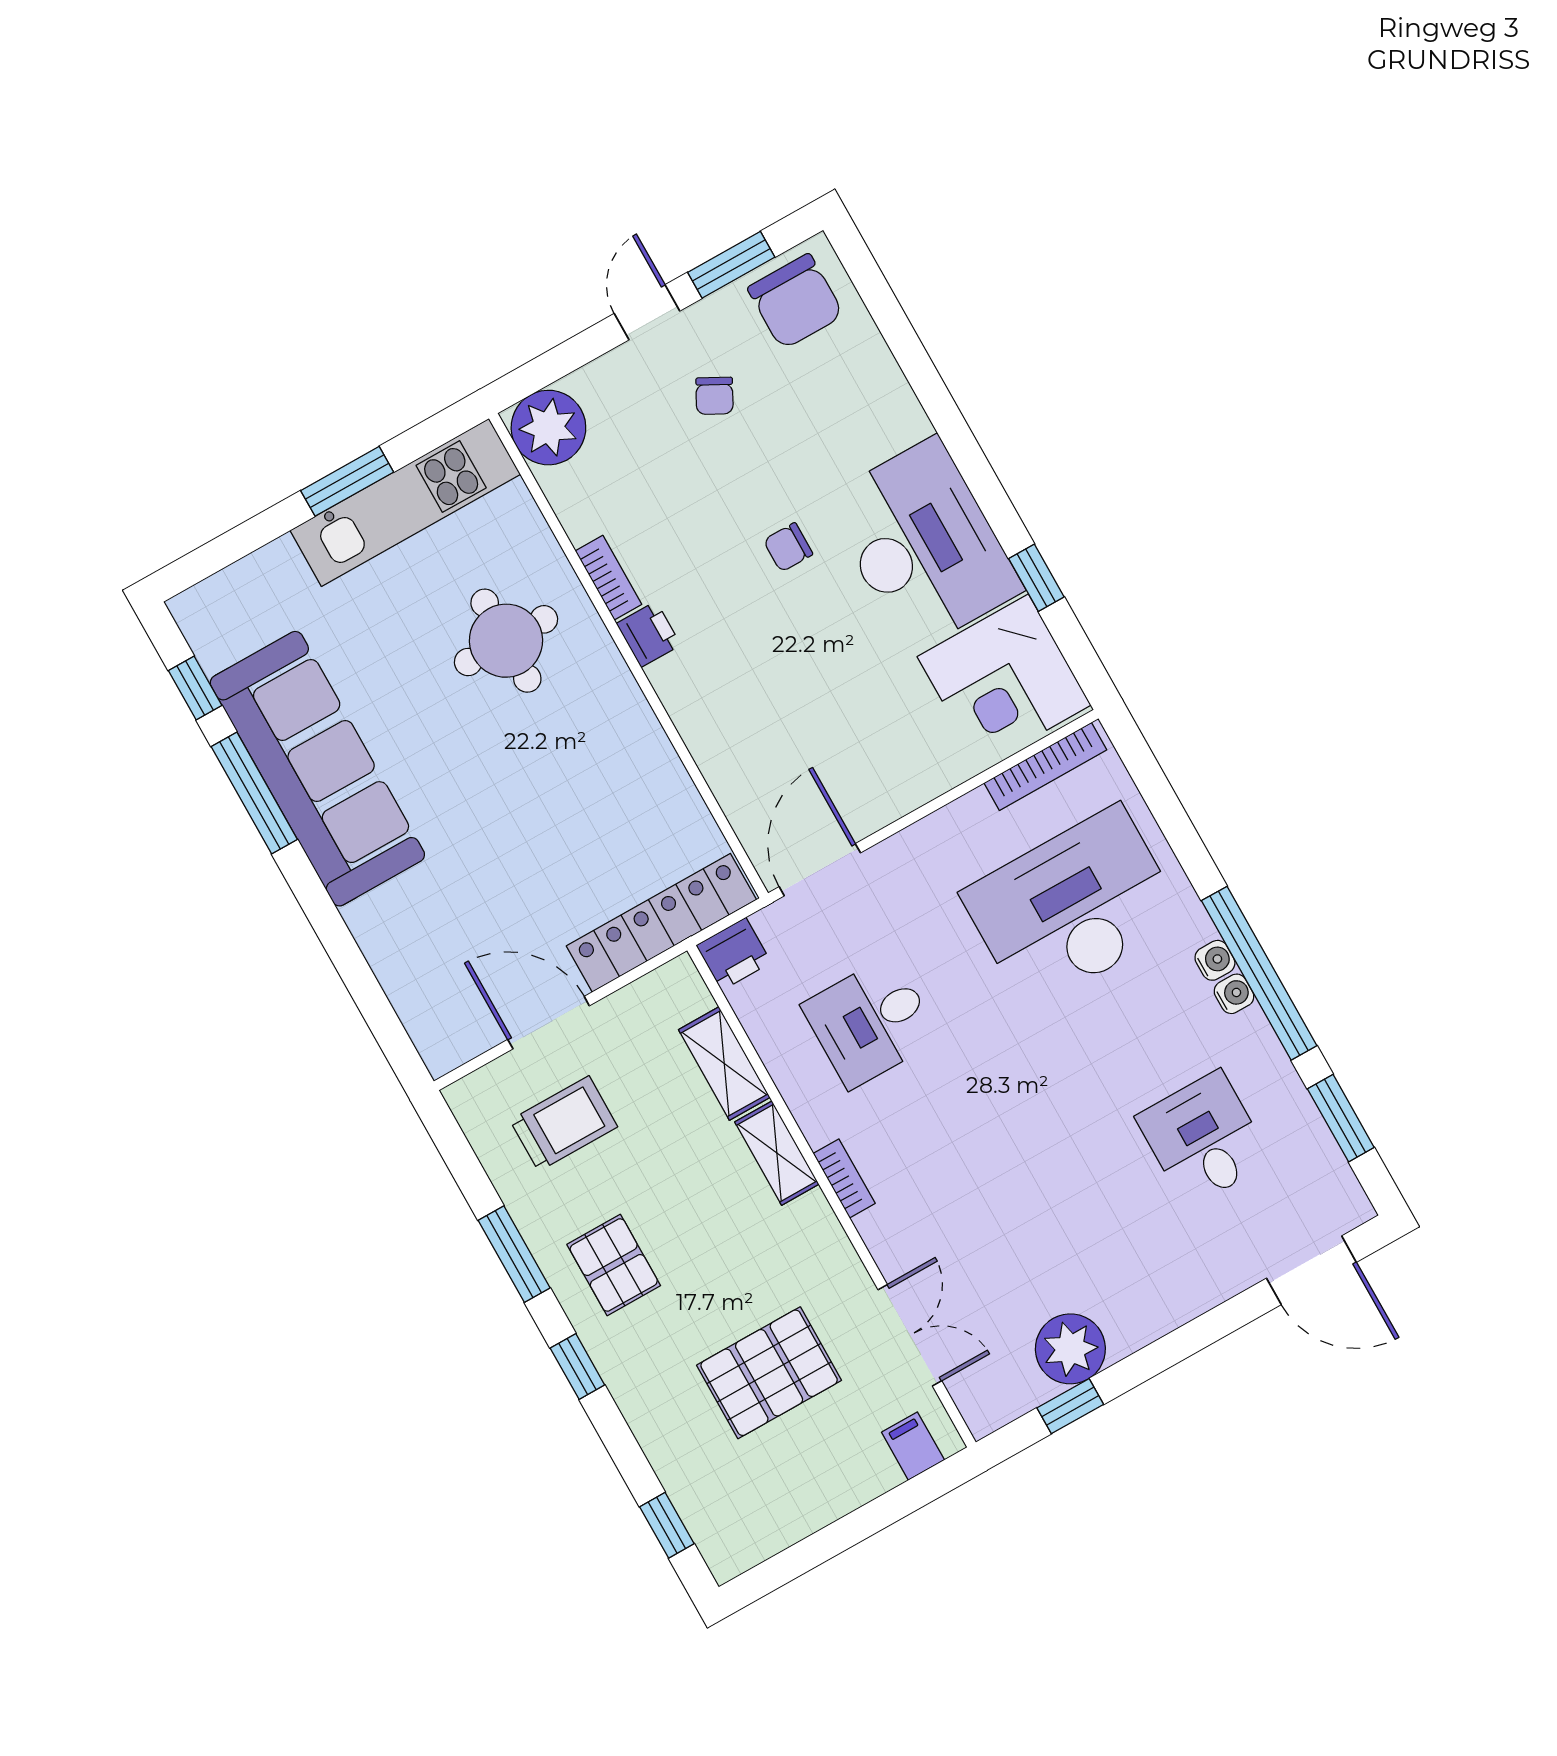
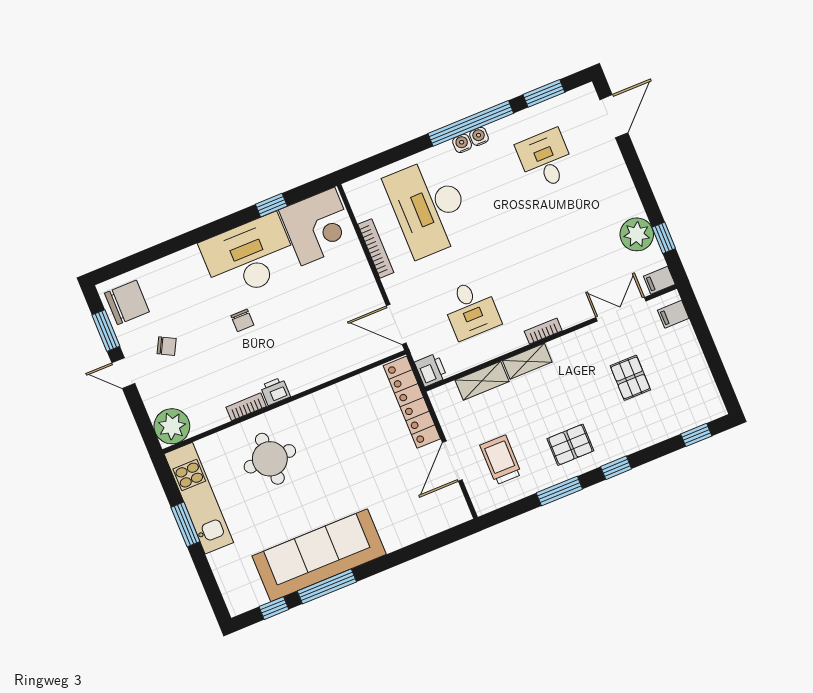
bookcase: (1045, 766) -> (376, 248), moved
desk: (1204, 1139) -> (546, 159), turned 90
pallet: (769, 1373) -> (630, 378), width x0.67, depth x0.71
filing cabinet: (980, 1408) -> (659, 280), added

